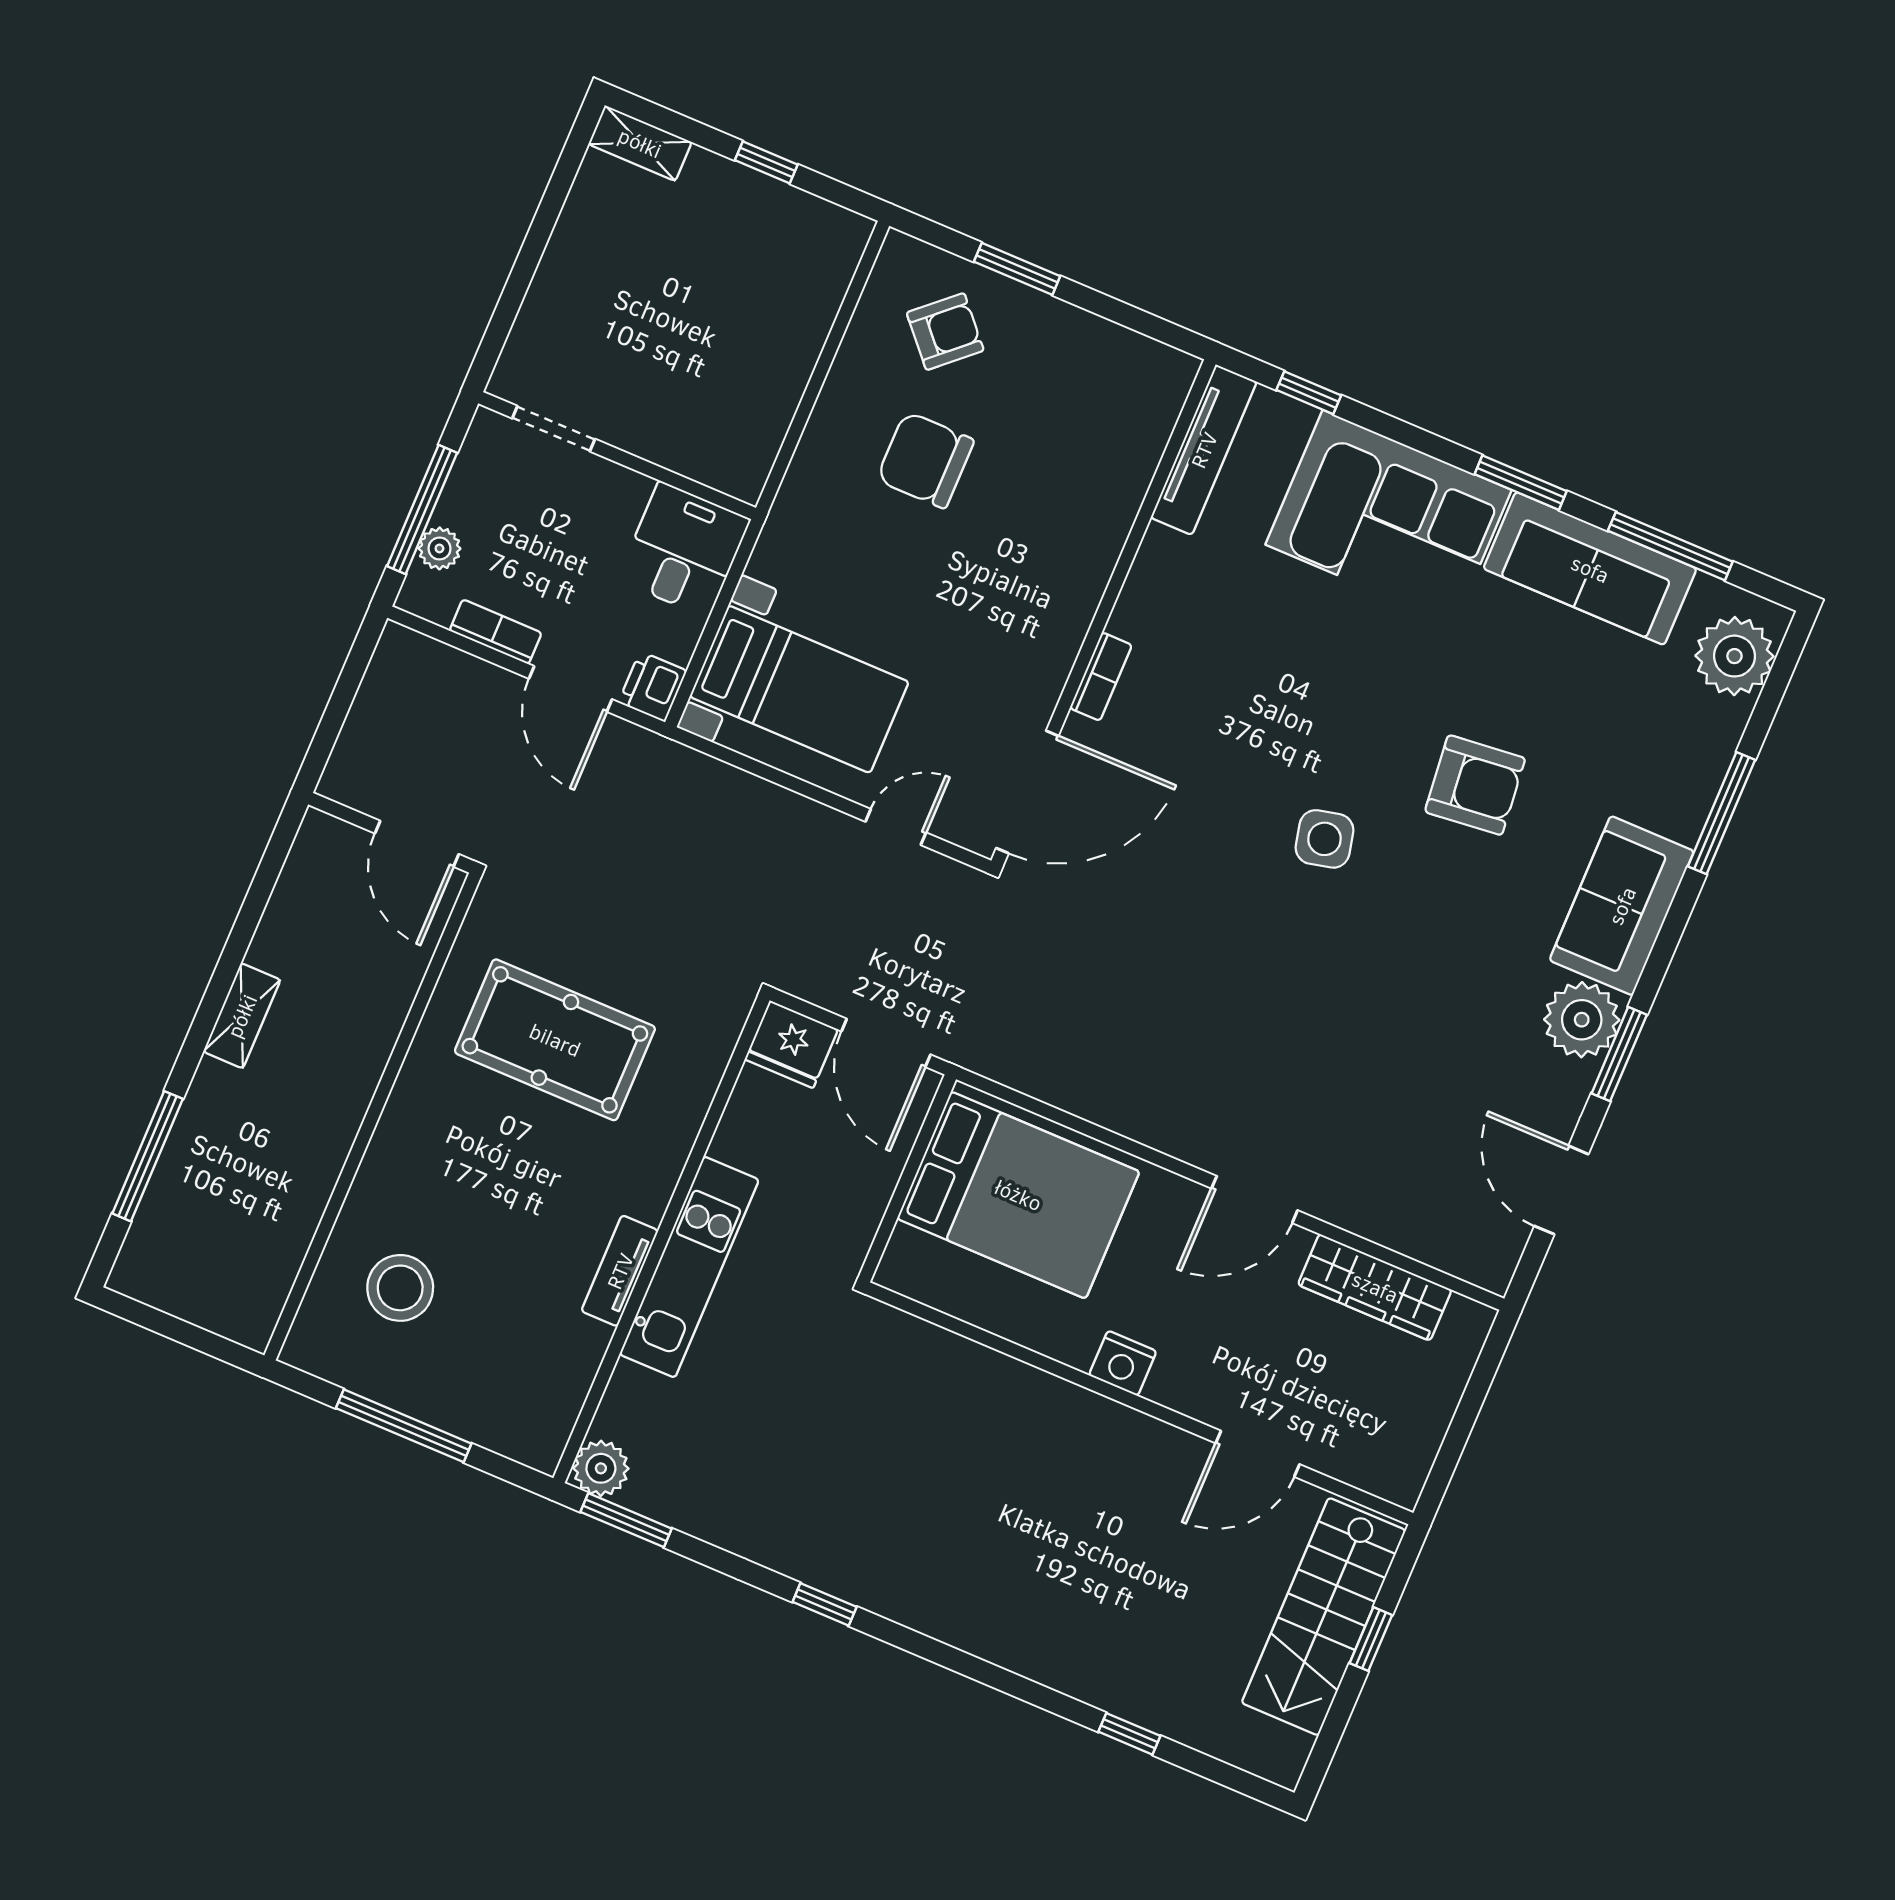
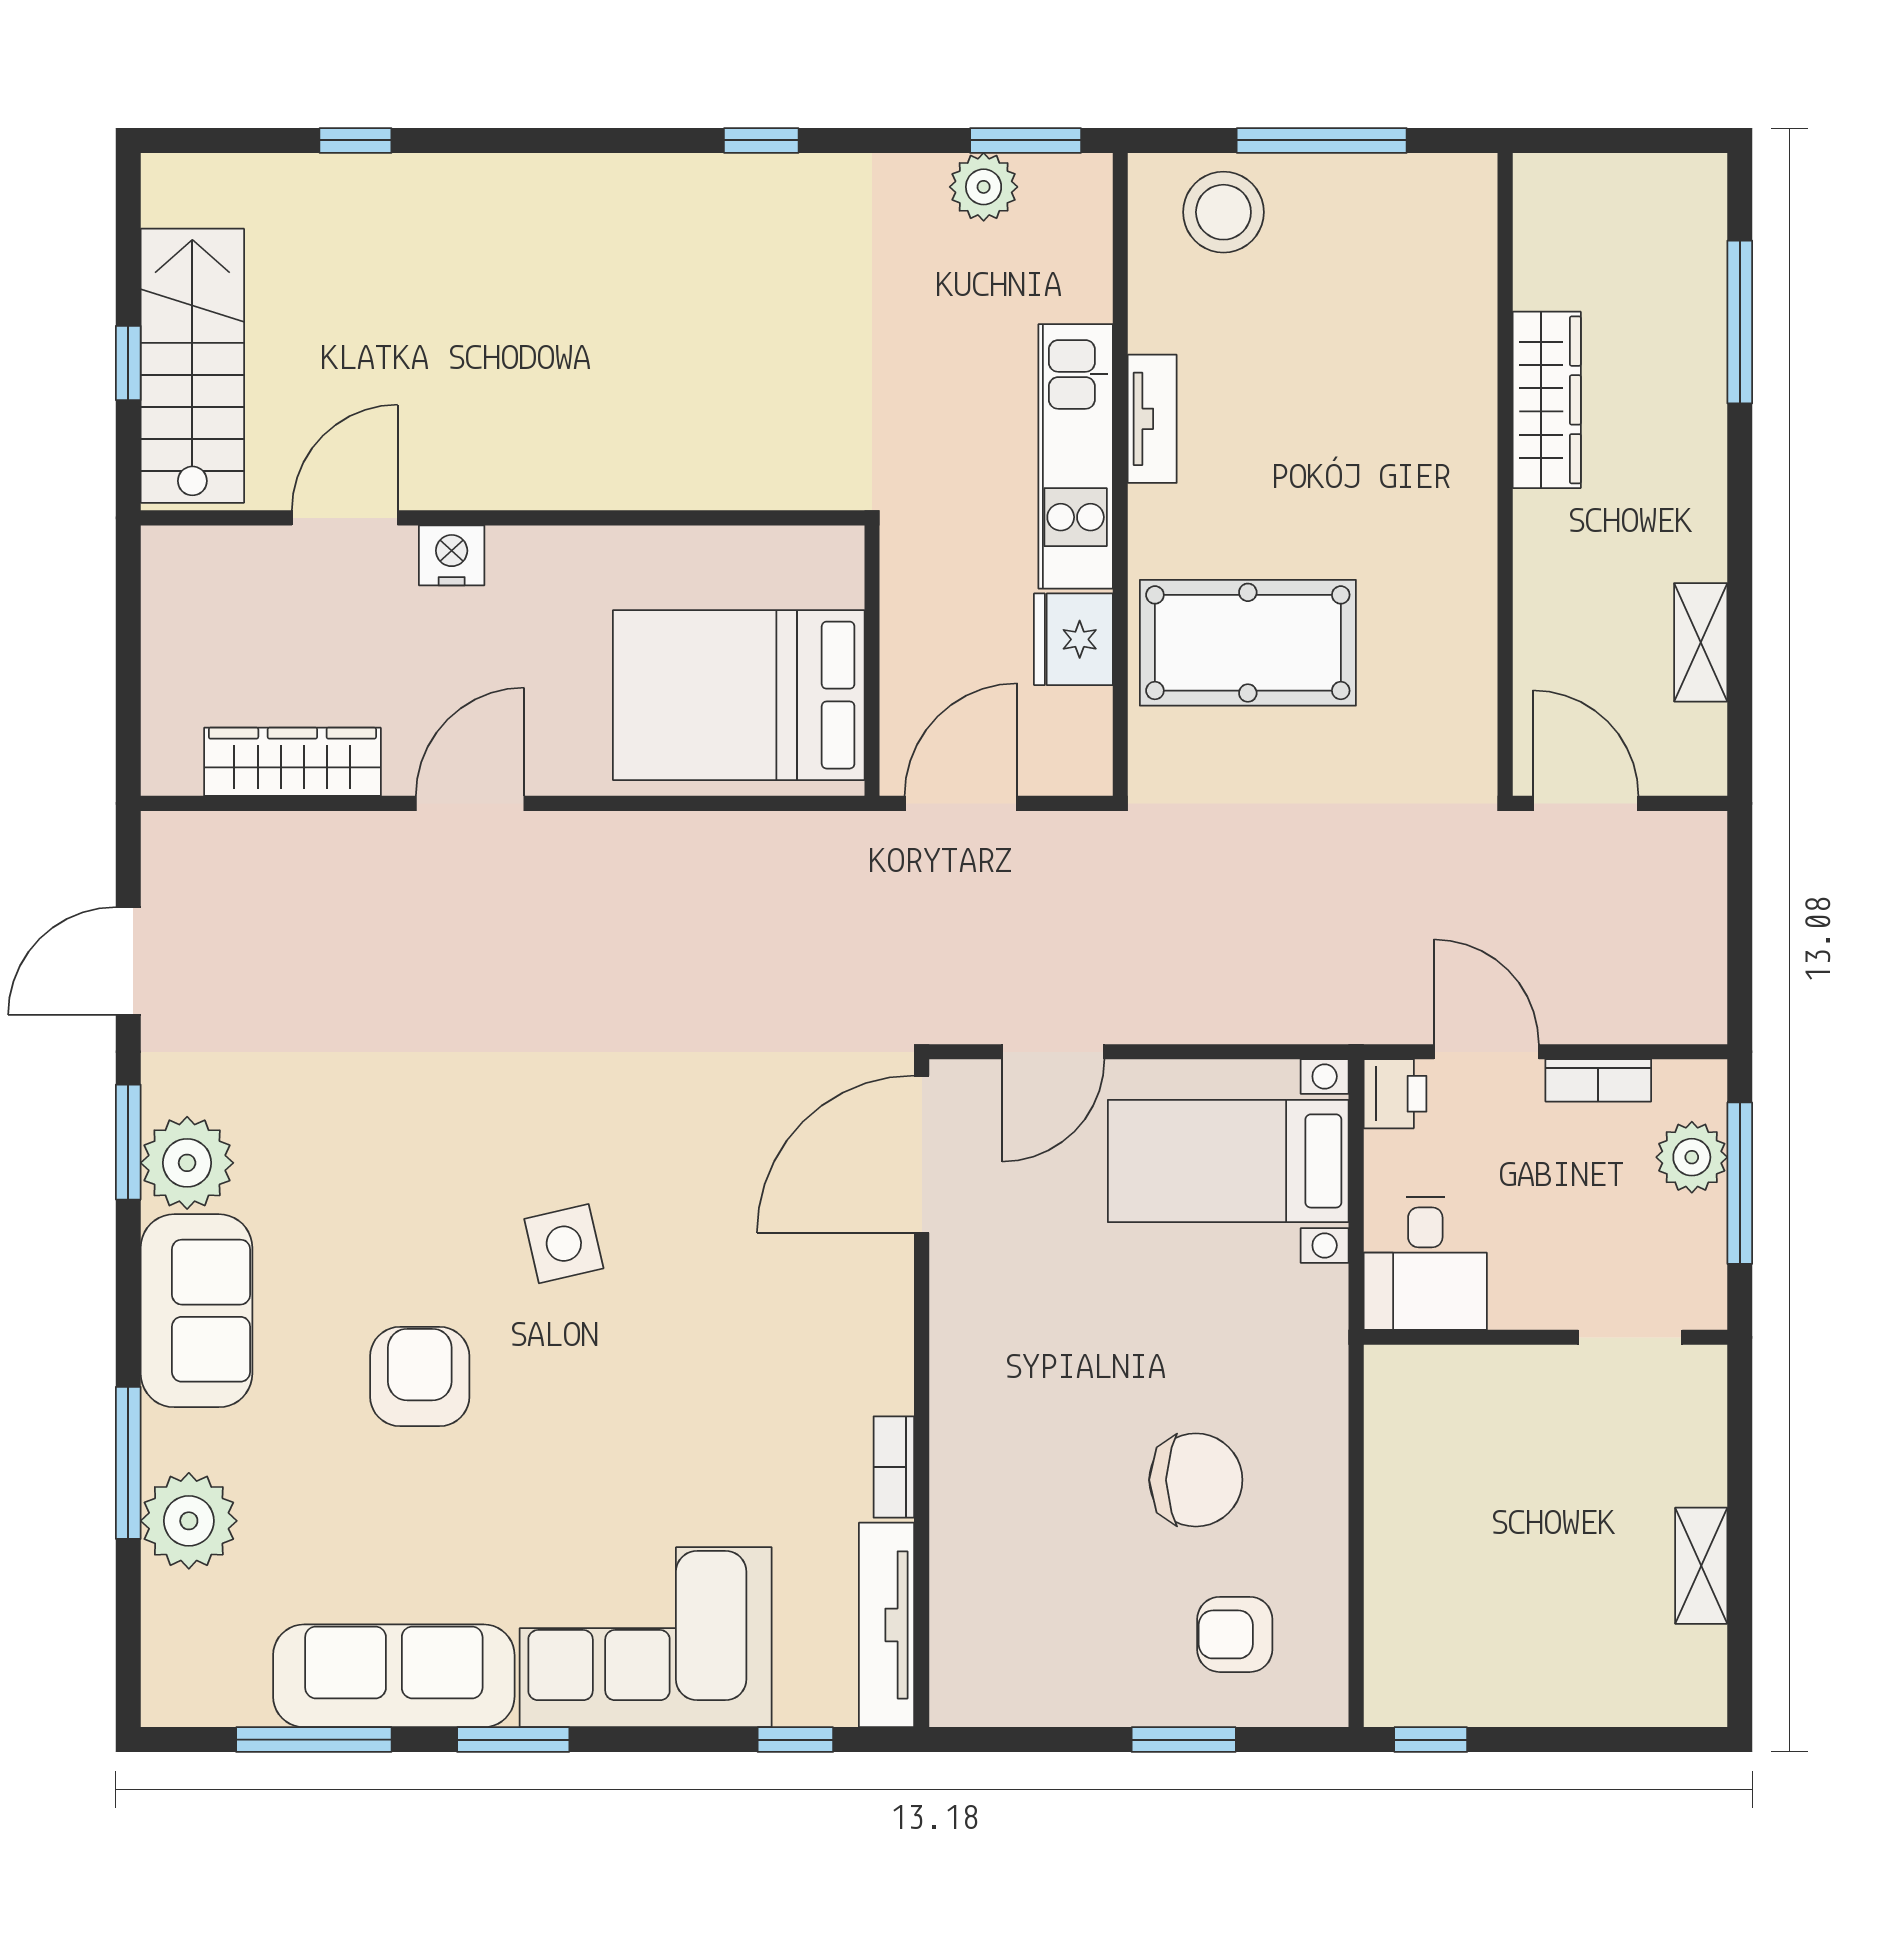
shelving: (640, 143) -> (1701, 1566), moved, turned 90
window: (766, 162) -> (1431, 1740), moved
armchair: (945, 332) -> (1235, 1634), turned 42
plant: (439, 548) -> (1692, 1157), width x1.38, depth x1.38
plant: (1734, 656) -> (189, 1521), moved
bookcase: (1101, 677) -> (894, 1467), moved
armchair: (1475, 785) -> (420, 1376), turned 96
door: (896, 827) -> (1053, 1052), width x1.38
shelving: (242, 1016) -> (1701, 642), moved
pool table: (555, 1040) -> (1248, 643), moved
door: (886, 1043) -> (961, 803), hinge flipped
fridge: (791, 1044) -> (1073, 639), moved, turned -90
wardrobe: (317, 1159) -> (1547, 400), added
door: (1561, 1190) -> (128, 961), swing flipped
stool: (400, 1288) -> (1223, 212), moved
nightstand: (1123, 1363) -> (452, 555), moved
plant: (601, 1468) -> (984, 187), moved

